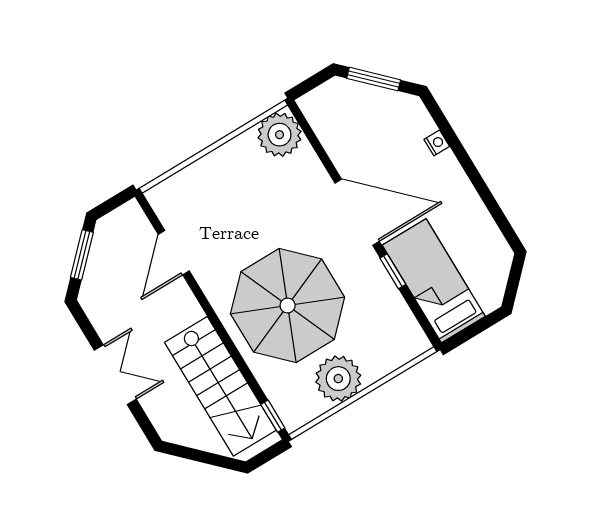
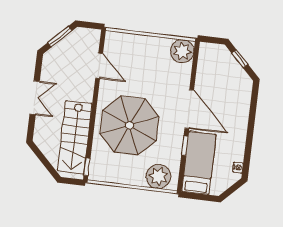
window: (374, 79) -> (240, 59), width x0.67
nightstand: (437, 143) -> (238, 168), moved
door: (174, 253) -> (99, 66), swing flipped
plant: (338, 379) -> (158, 176), moved

